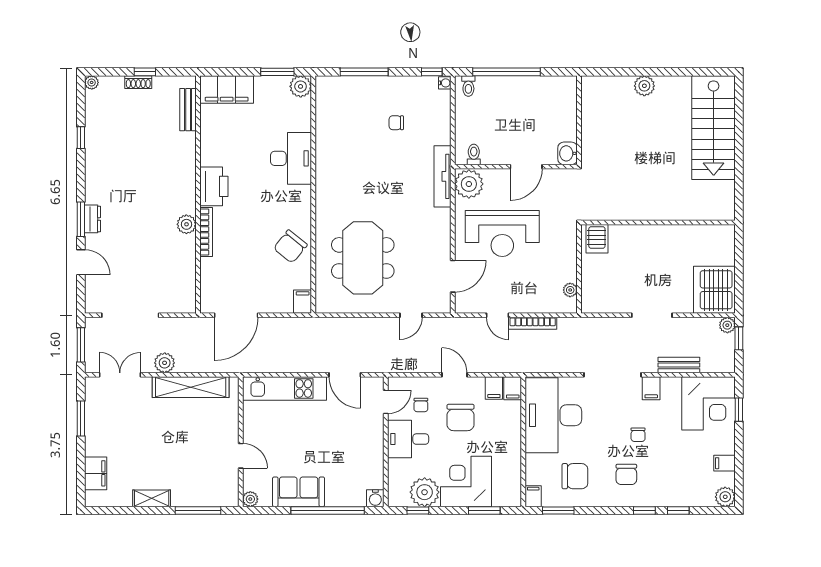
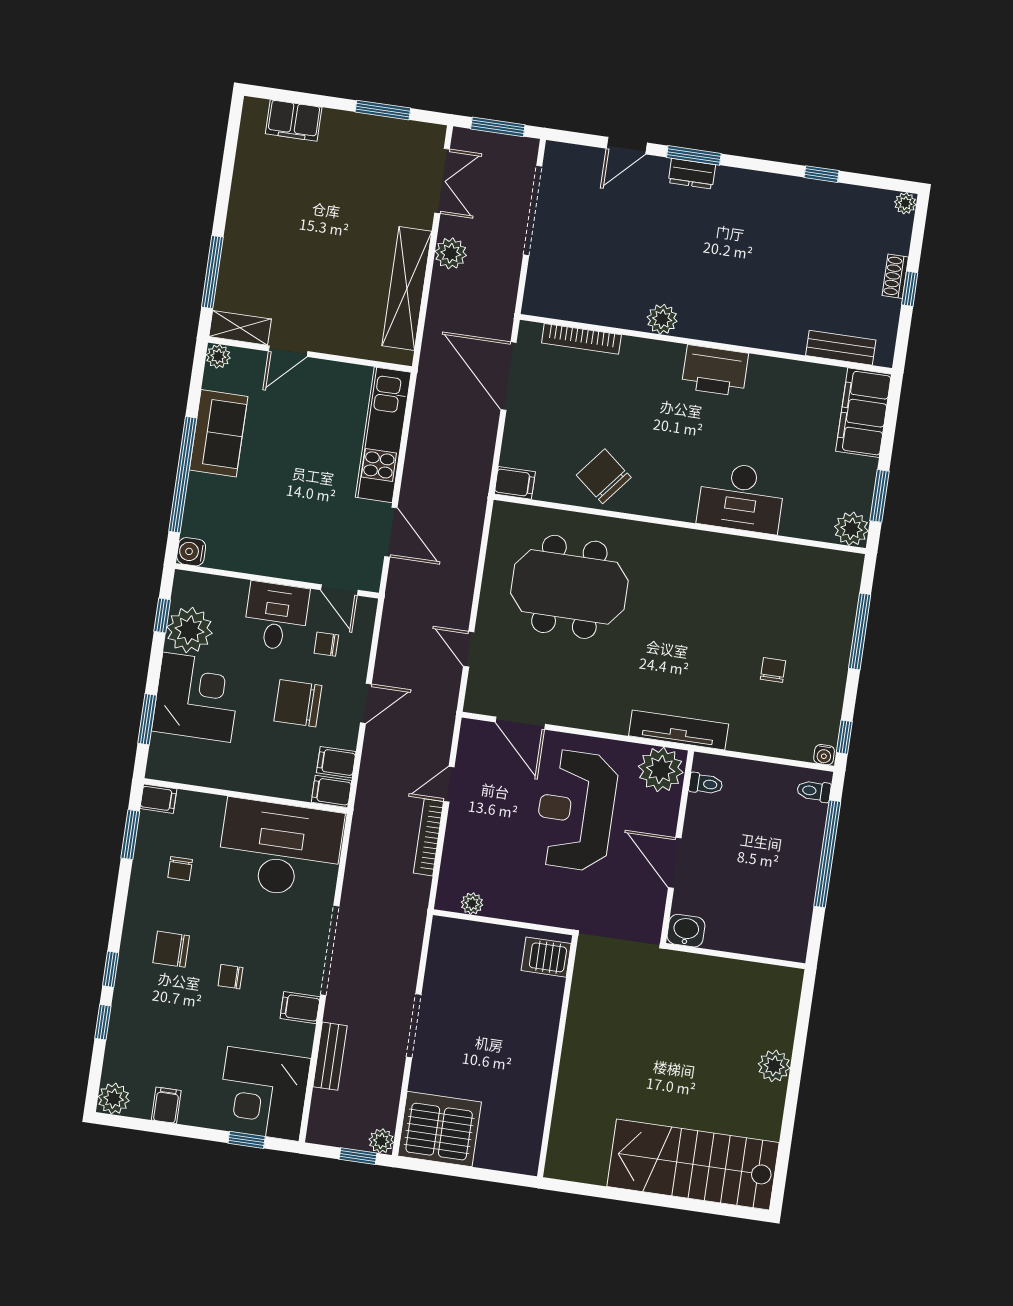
bookcase: (206, 232) -> (581, 339), moved
door: (345, 375) -> (391, 532), swing flipped
chair: (575, 476) -> (180, 869), width x0.54, depth x0.54
shelving: (152, 498) -> (240, 328), moved, turned 90

